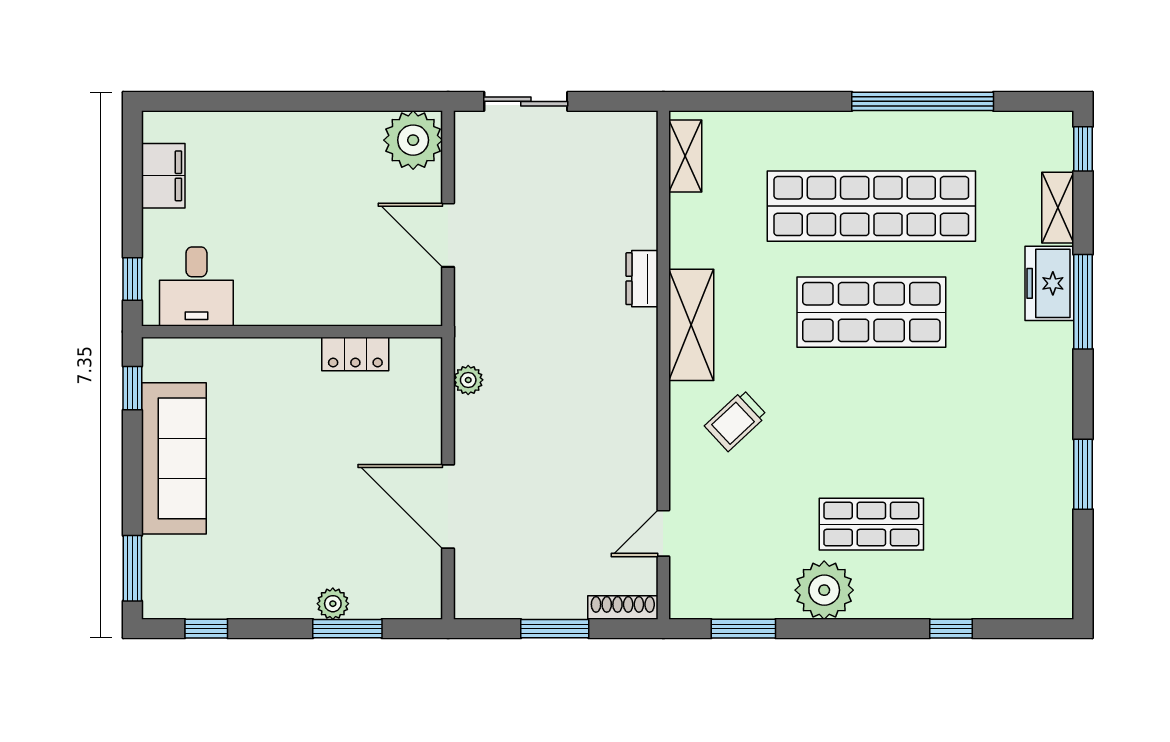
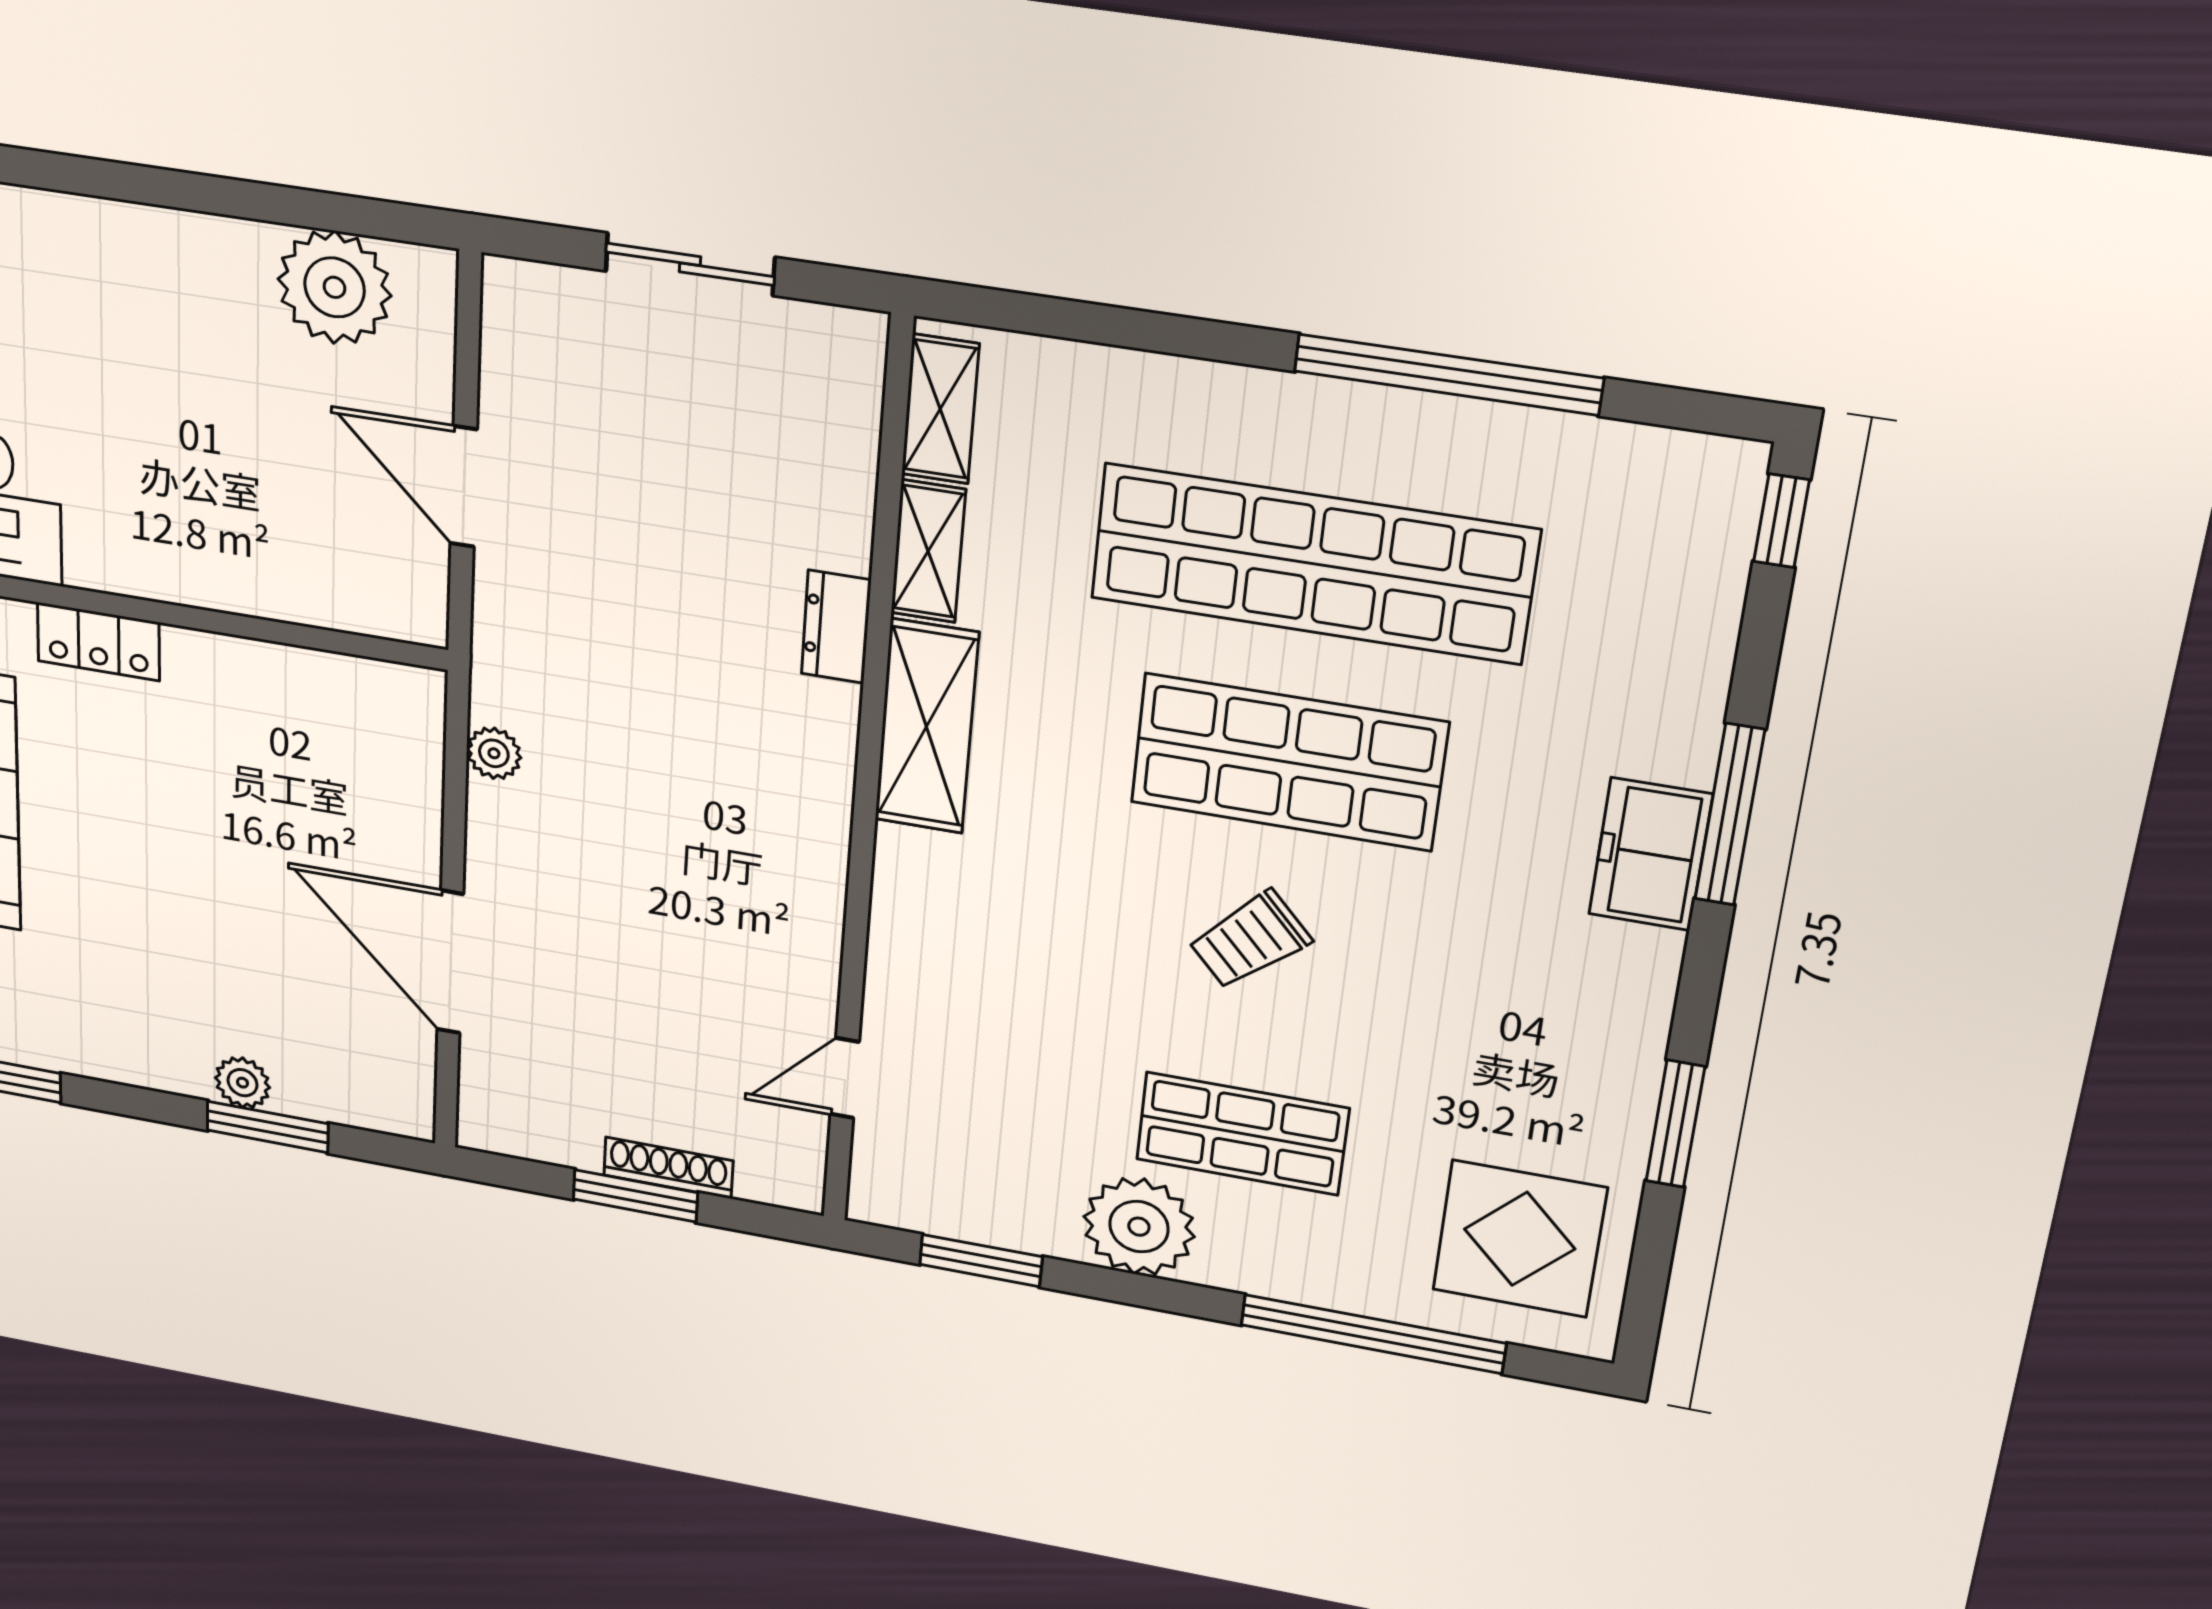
sliding door: (526, 101) -> (690, 264), moved
plant: (413, 140) -> (334, 287), moved
shelving: (1058, 208) -> (928, 551), moved
freezer: (1049, 283) -> (1651, 854), moved
locker: (355, 354) -> (98, 642), moved
trolley: (736, 421) -> (1250, 940), moved
display table: (1017, 556) -> (1520, 1239), added
shoe rack: (623, 608) -> (668, 1168), moved
window: (951, 629) -> (1373, 1334), width x3.17

